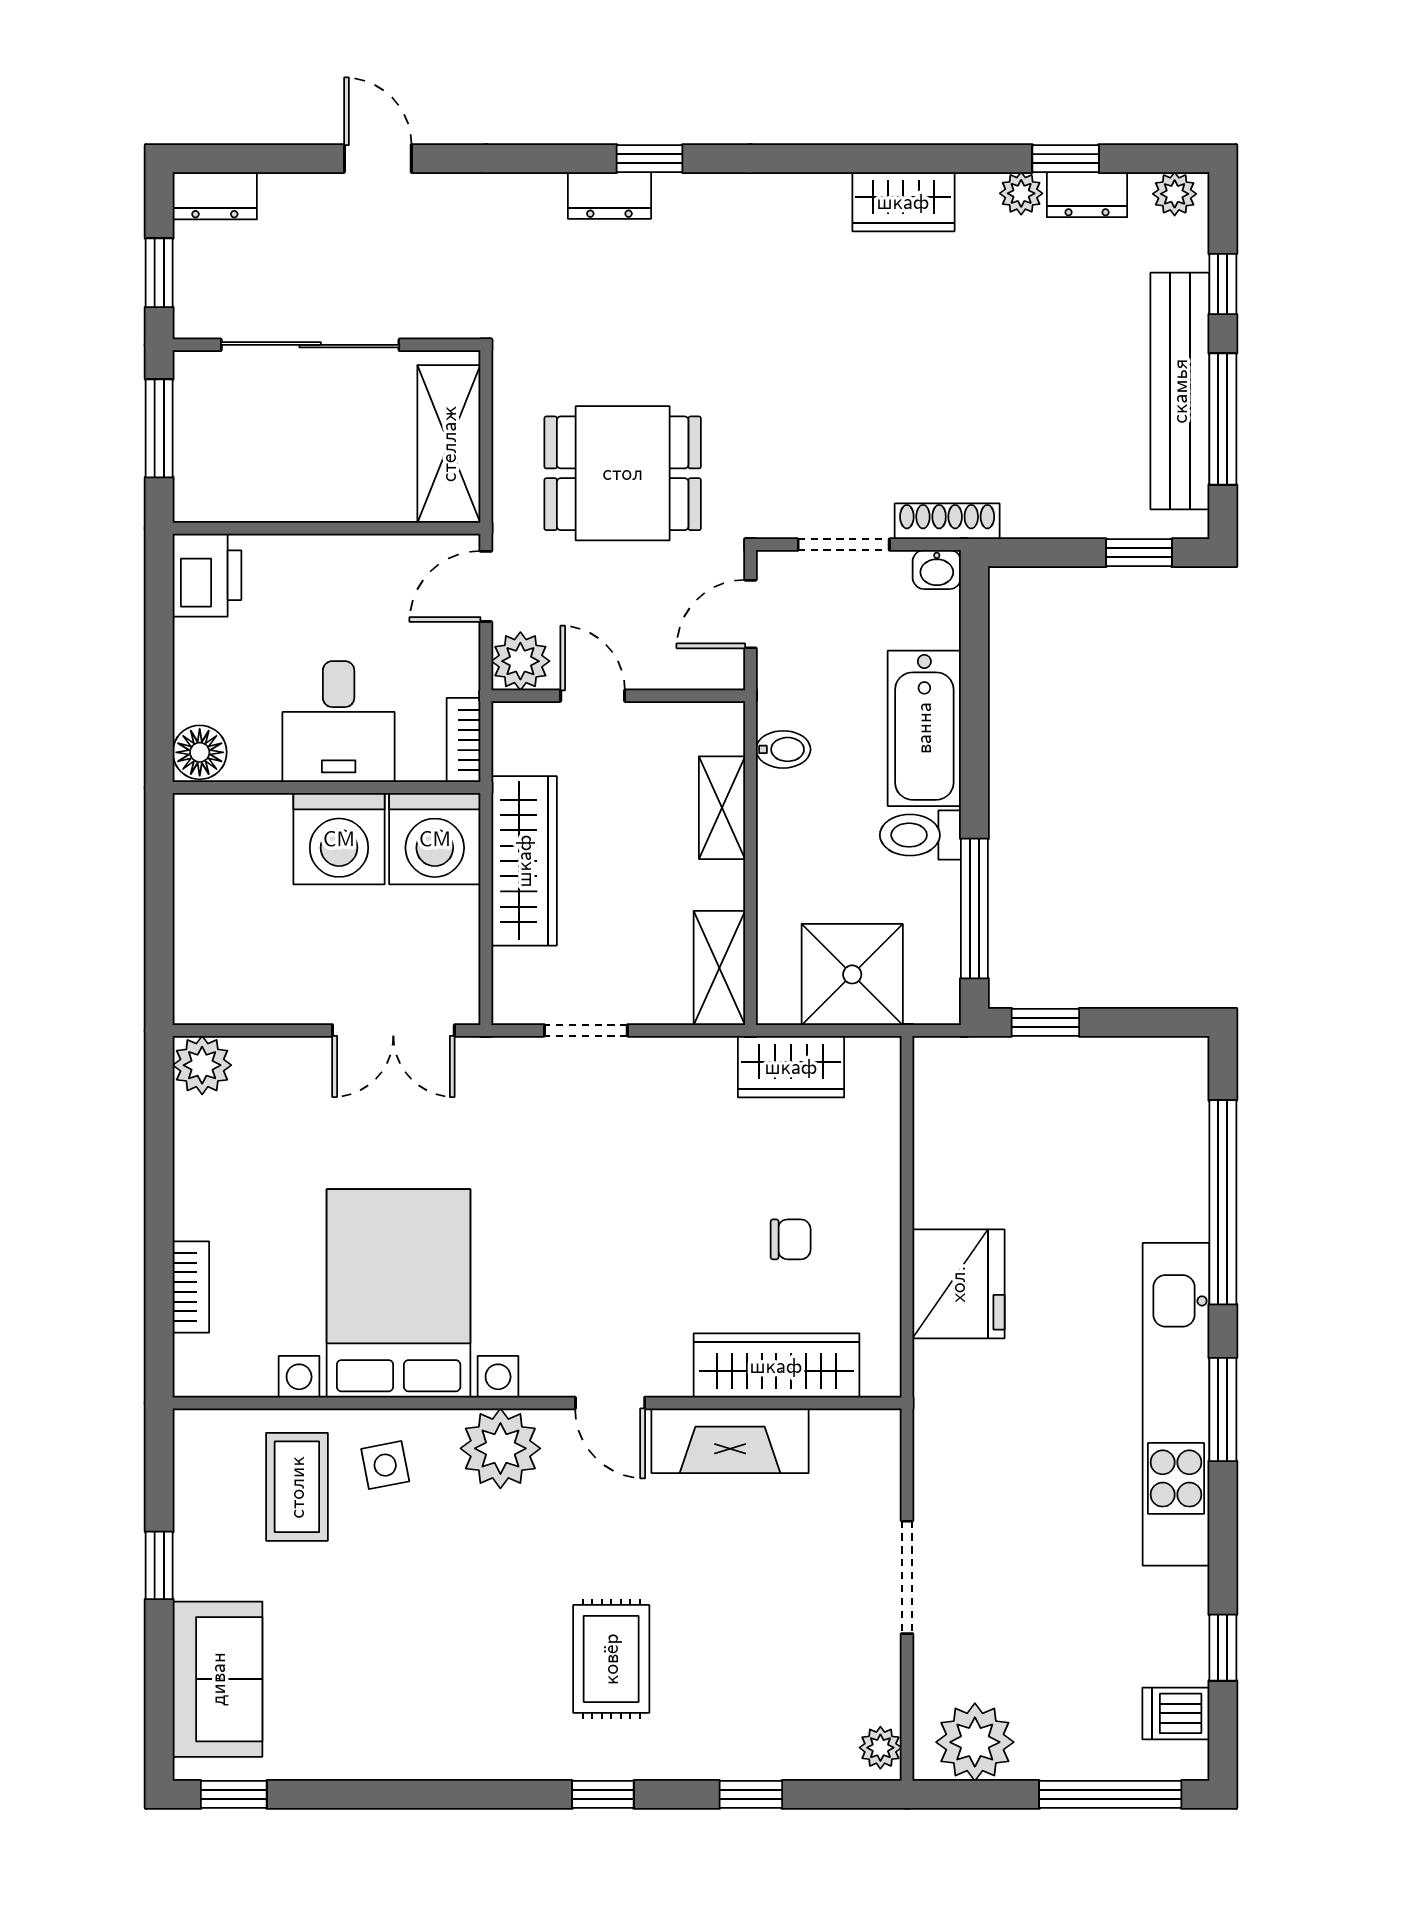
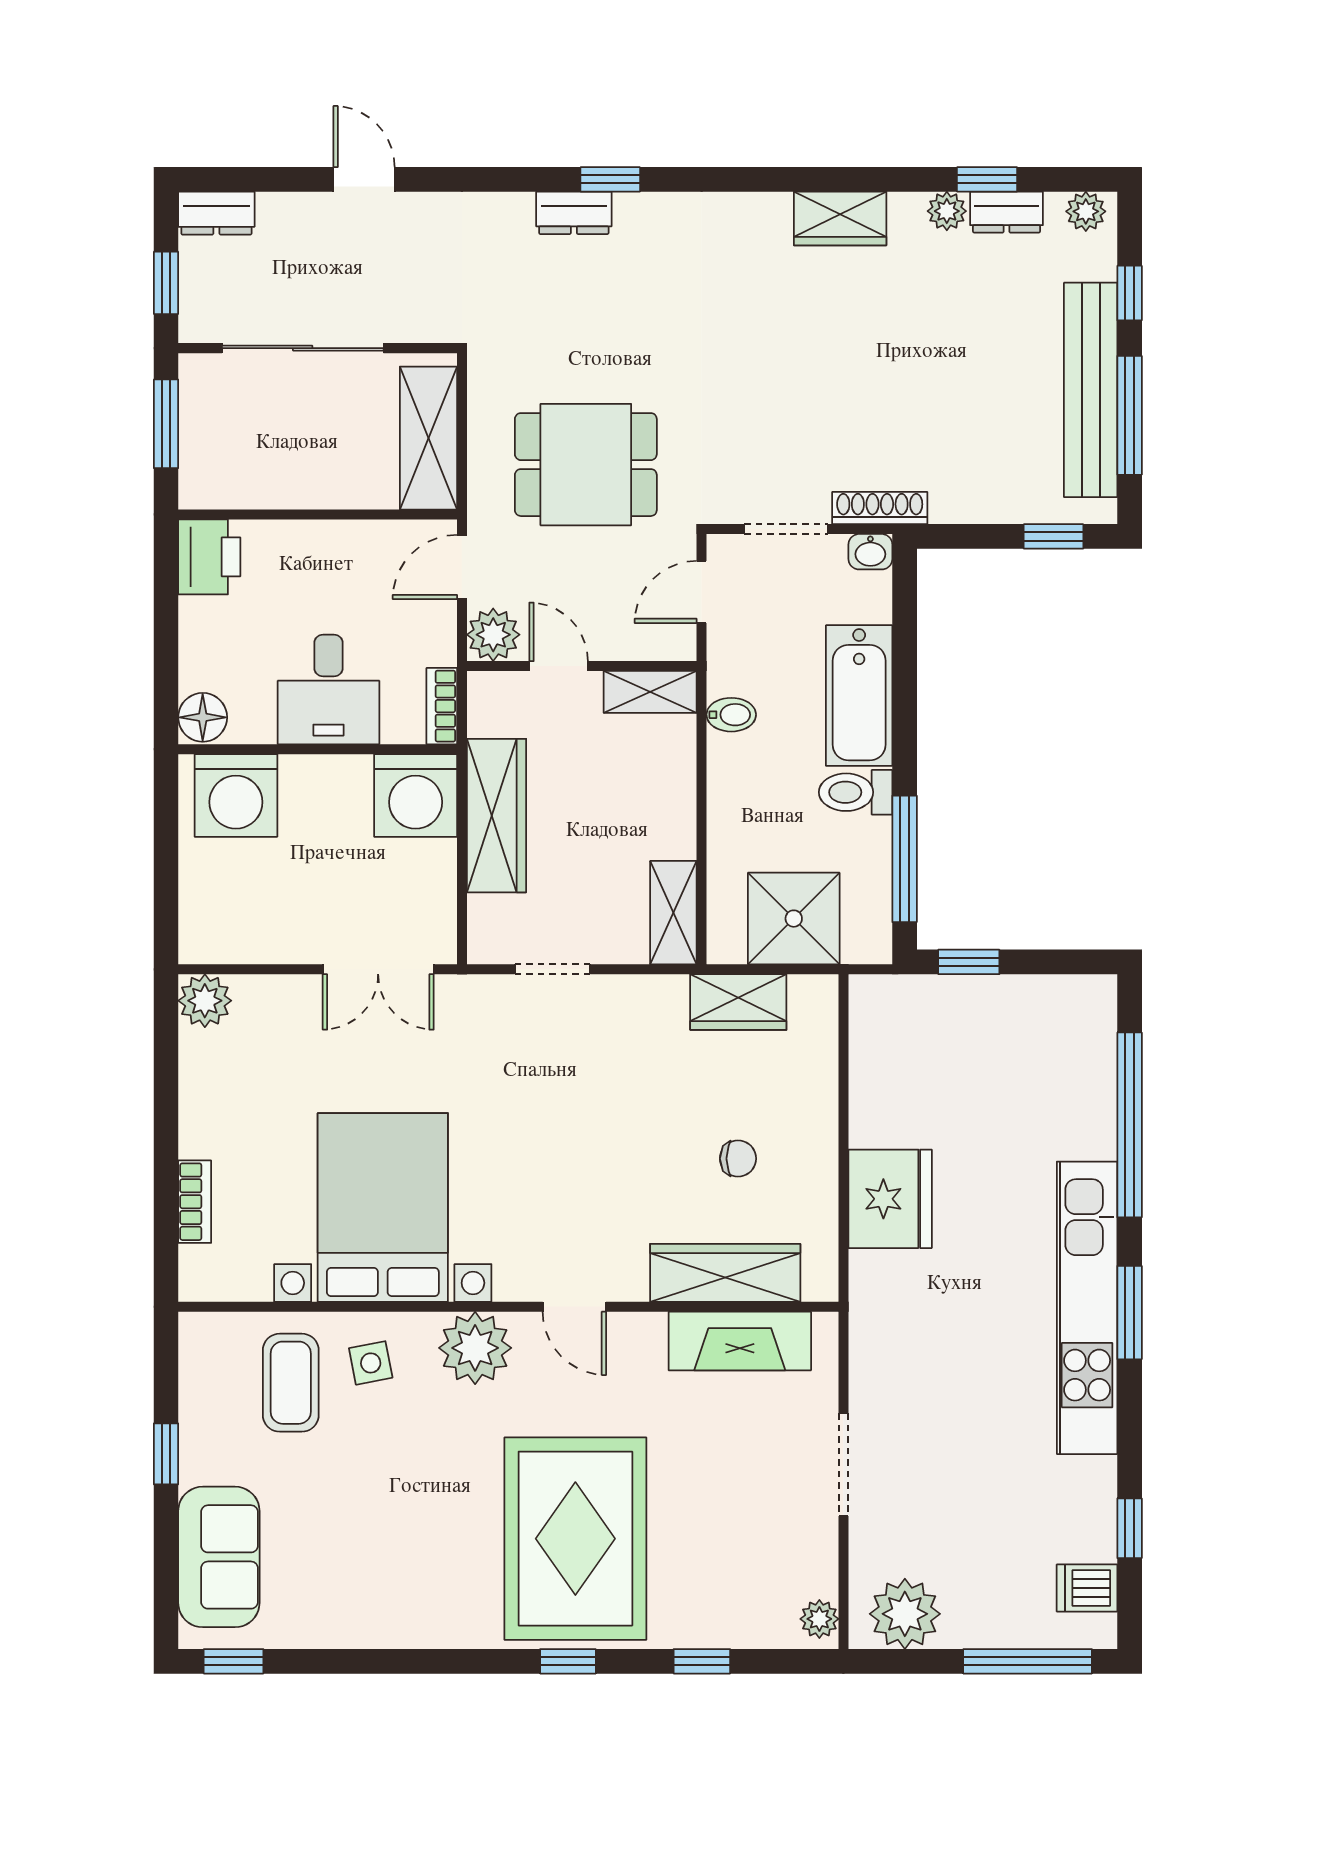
shelving: (722, 808) -> (650, 692), moved, turned 90
washing machine: (339, 839) -> (236, 795), moved
fireplace: (730, 1441) -> (740, 1341), moved
rug: (611, 1659) -> (575, 1539), width x1.86, depth x2.06

